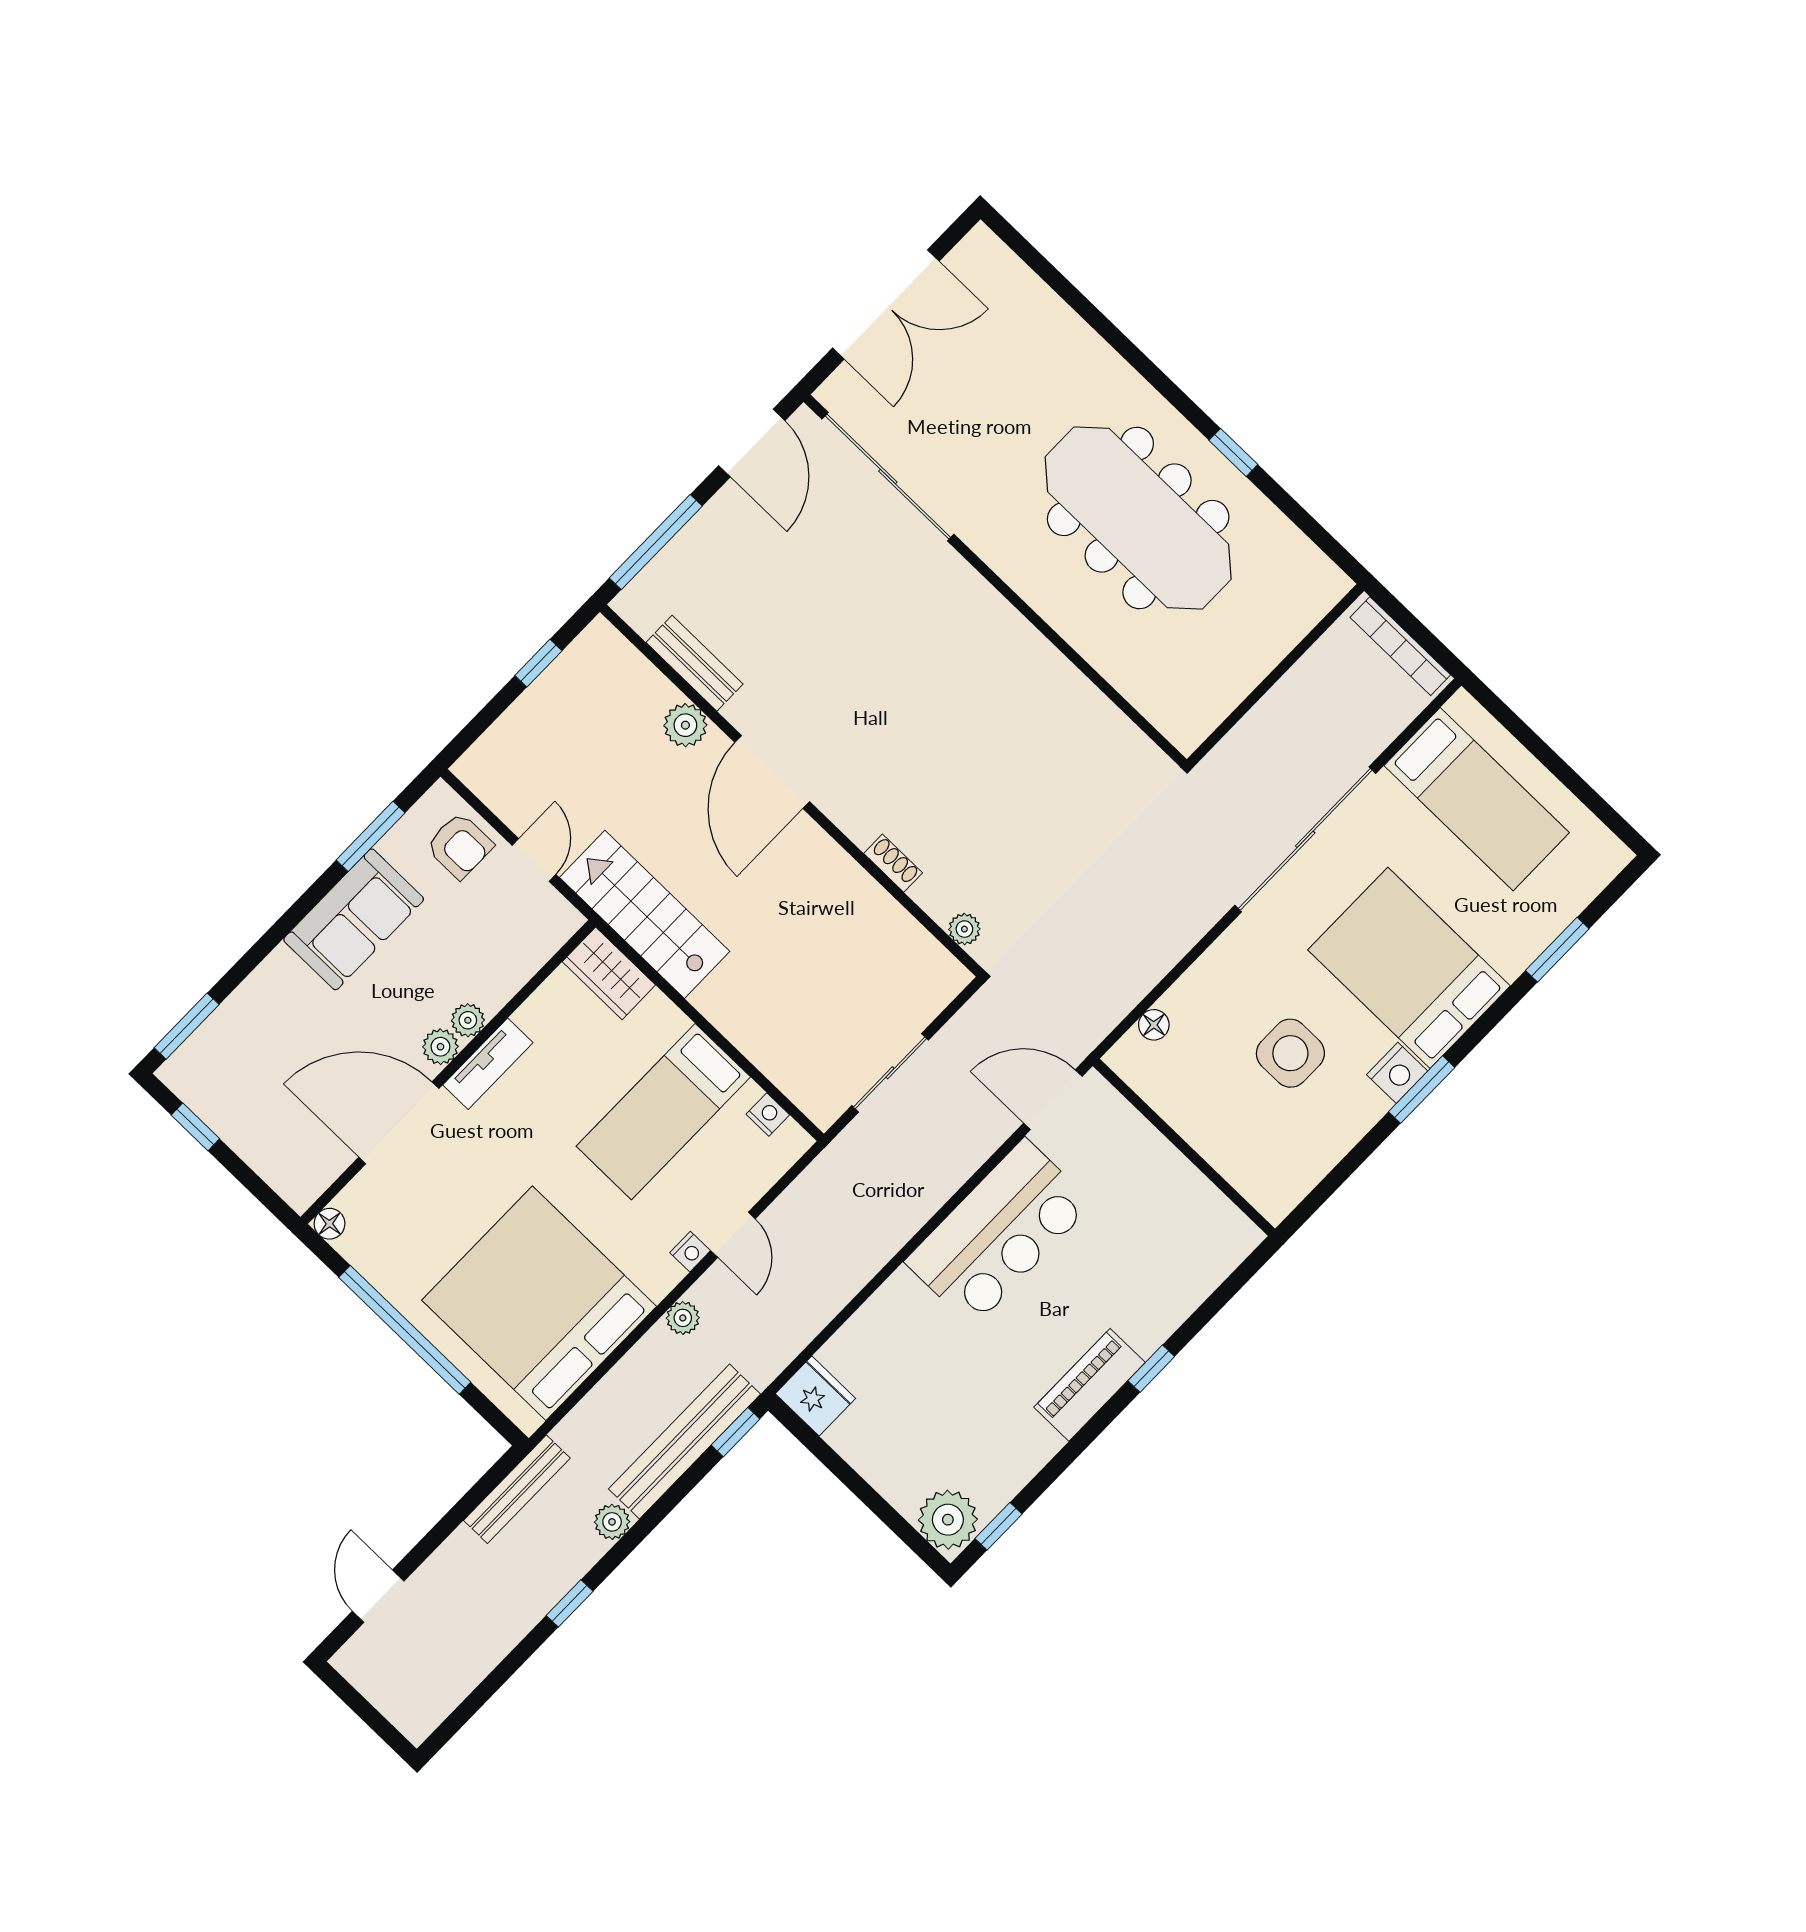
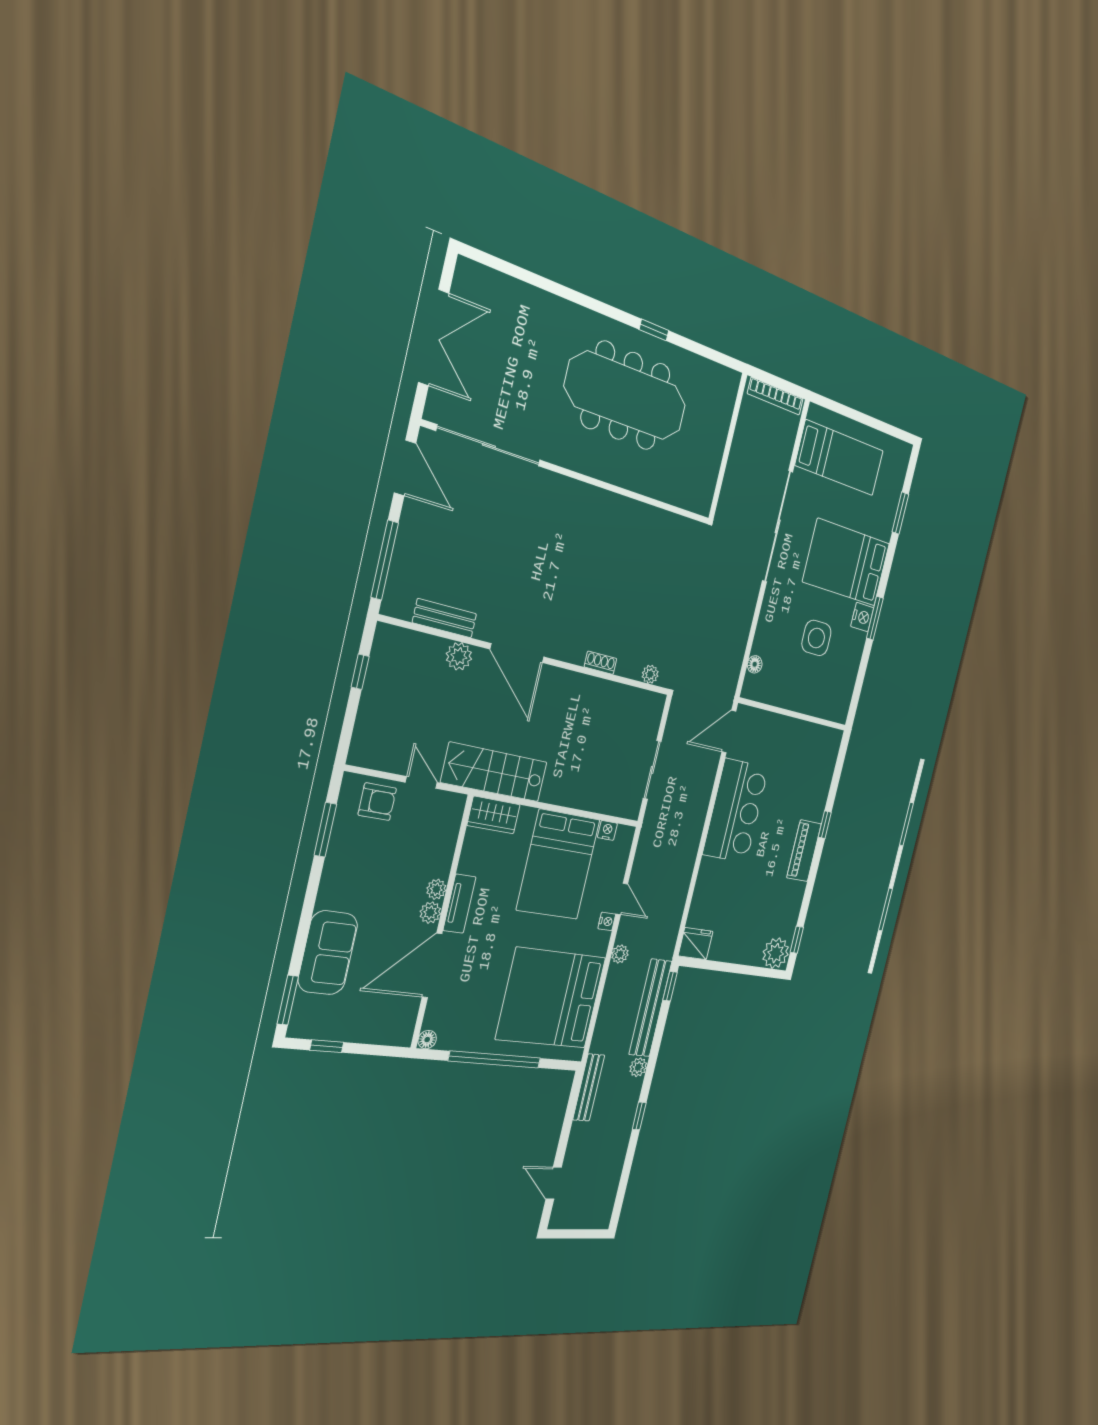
sofa: (354, 919) -> (328, 953), moved
bed: (663, 1112) -> (558, 865), width x1.50

